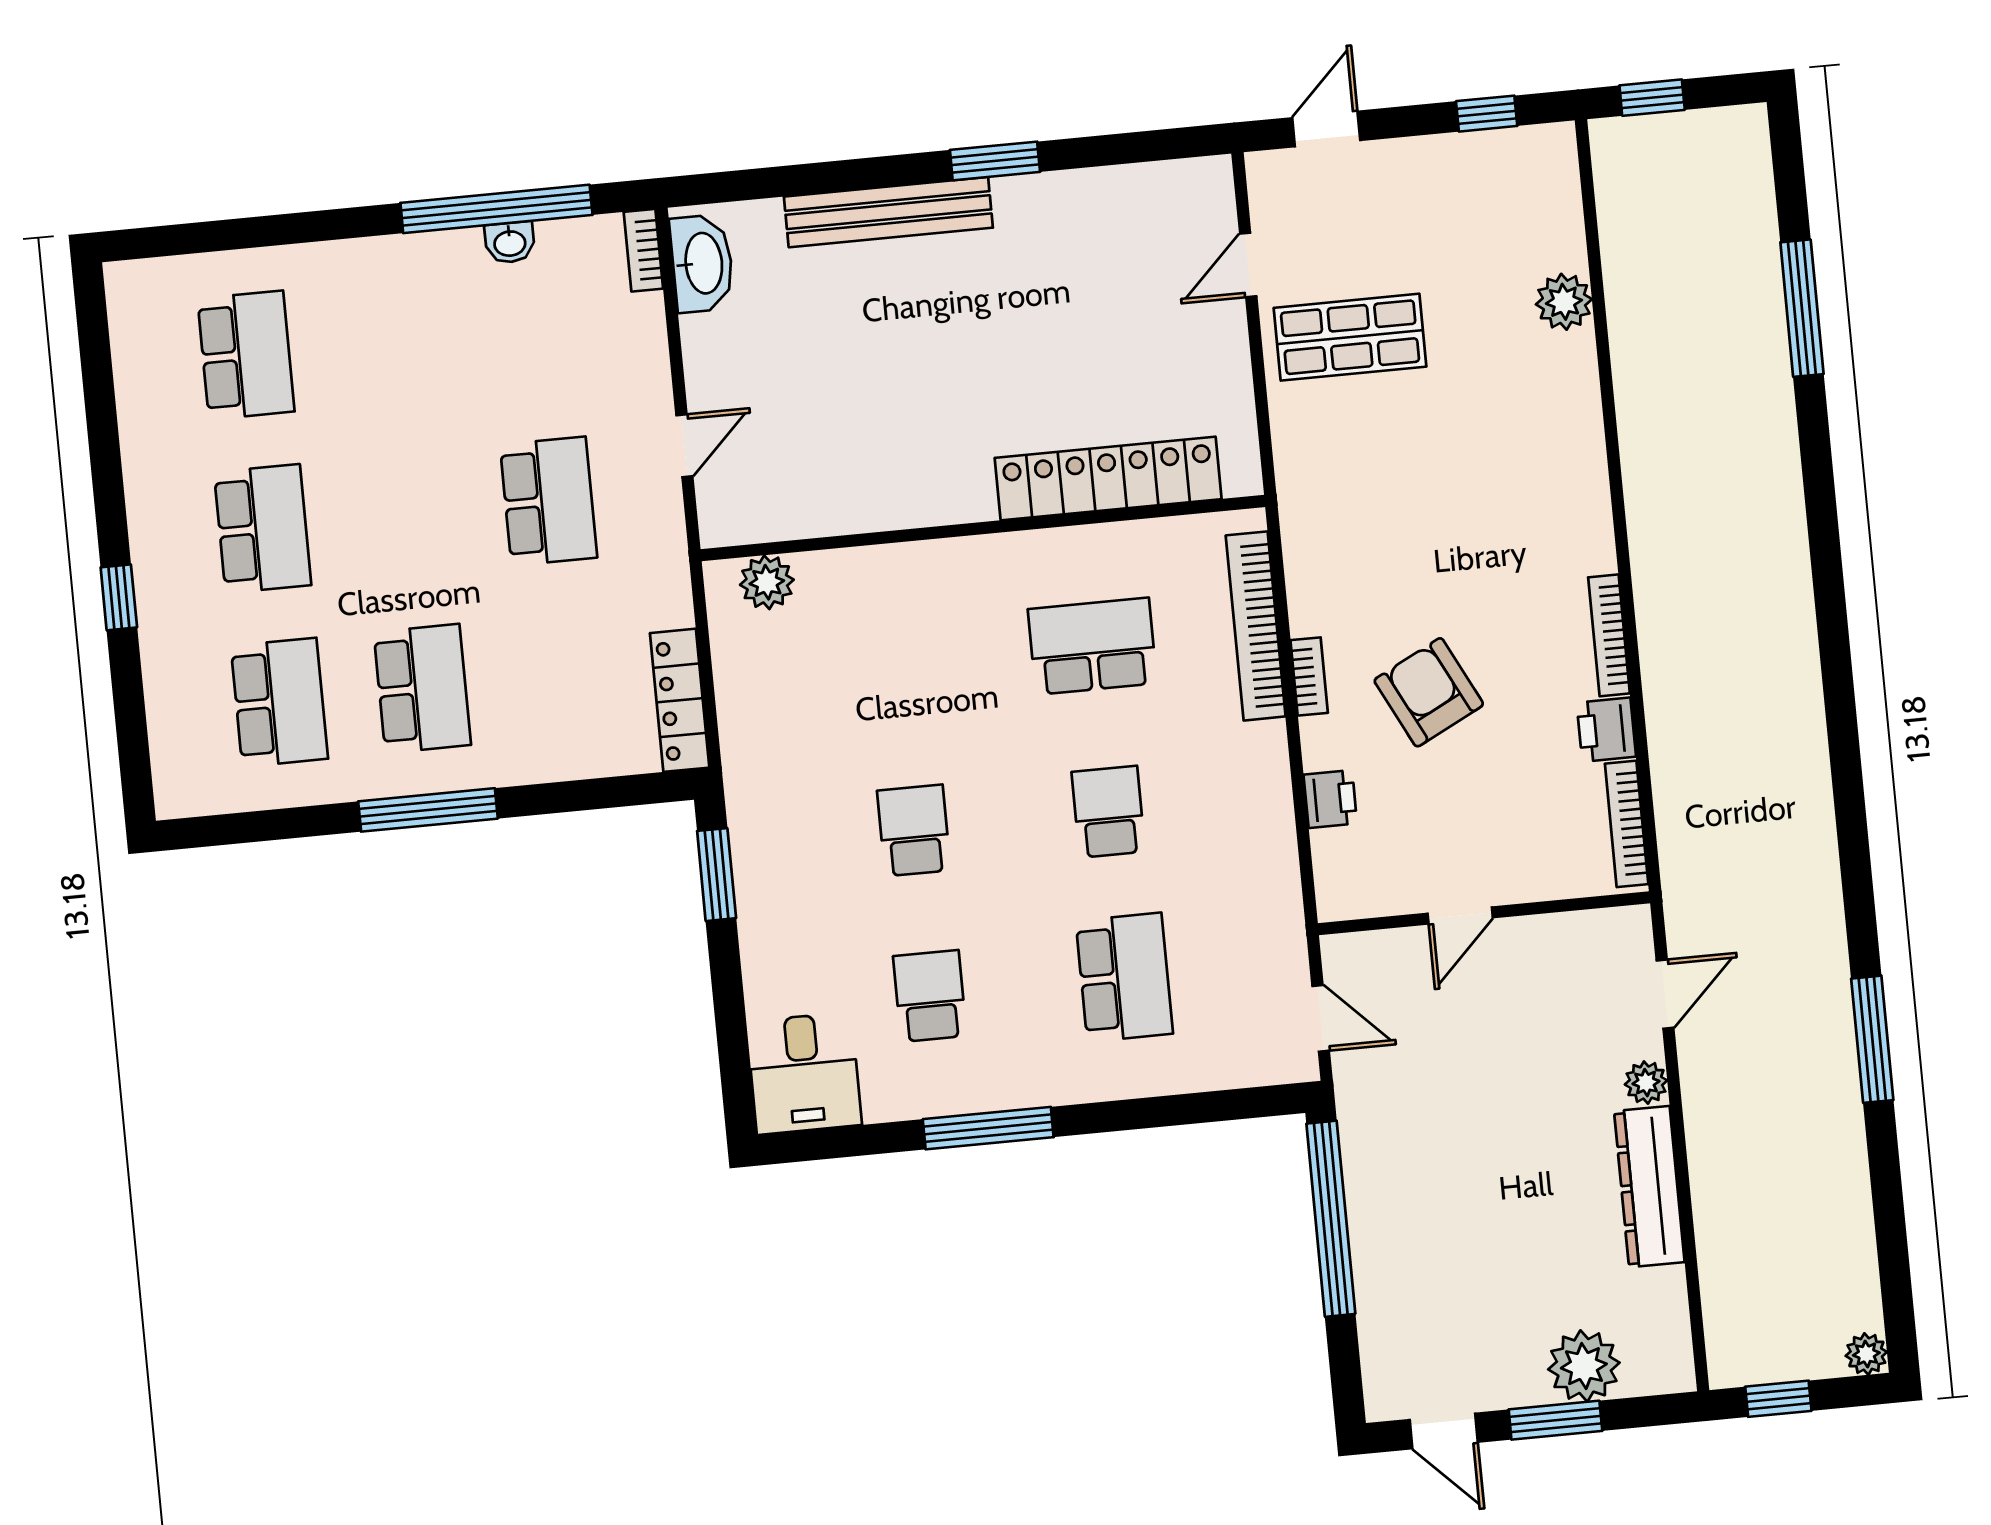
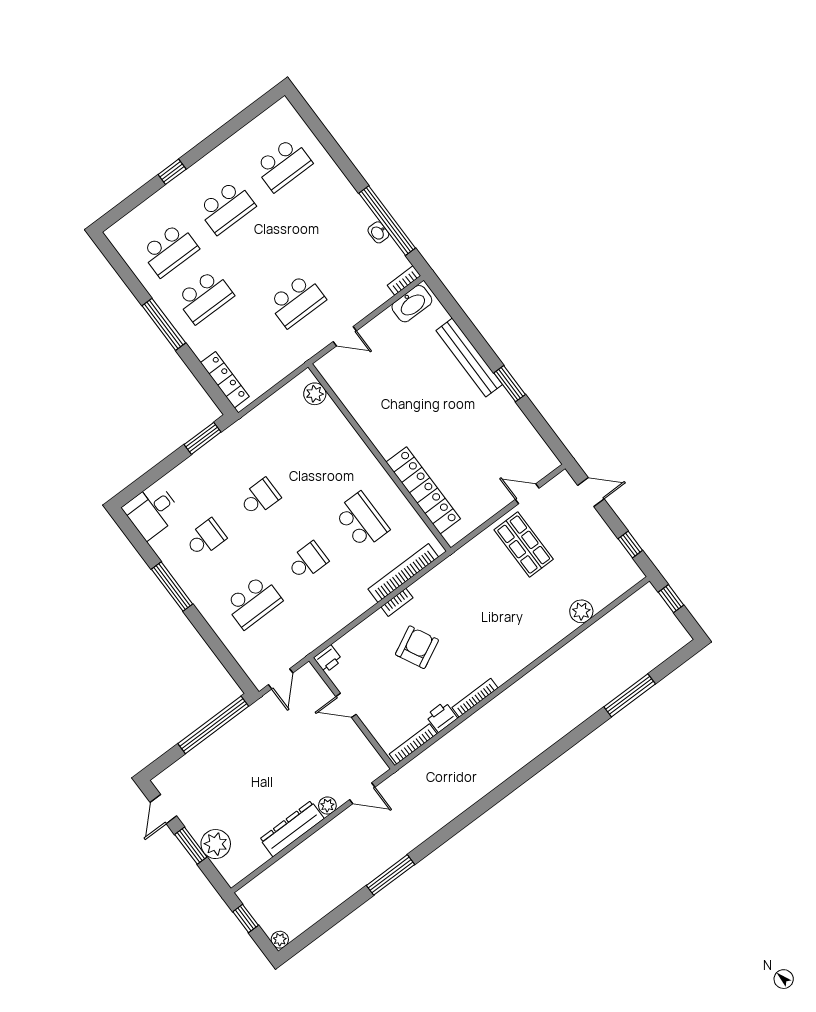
locker: (680, 700) -> (225, 380), moved, turned 90
printer: (1330, 799) -> (328, 659), moved

